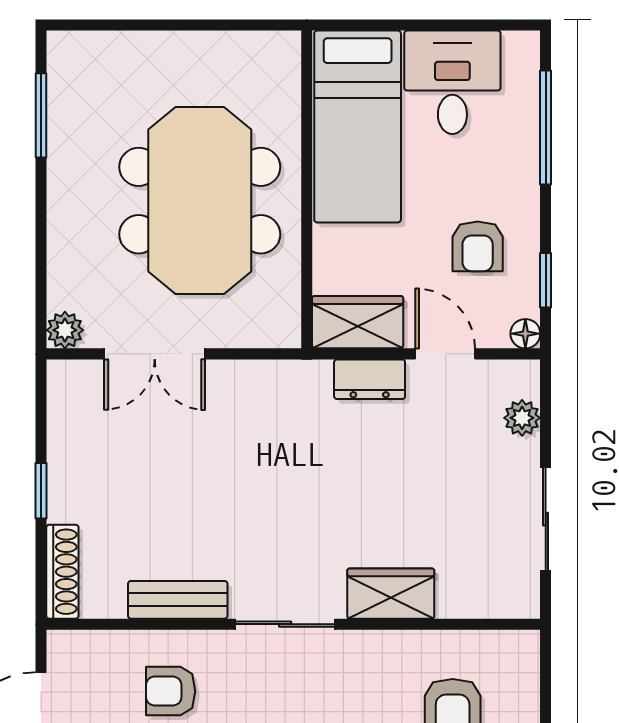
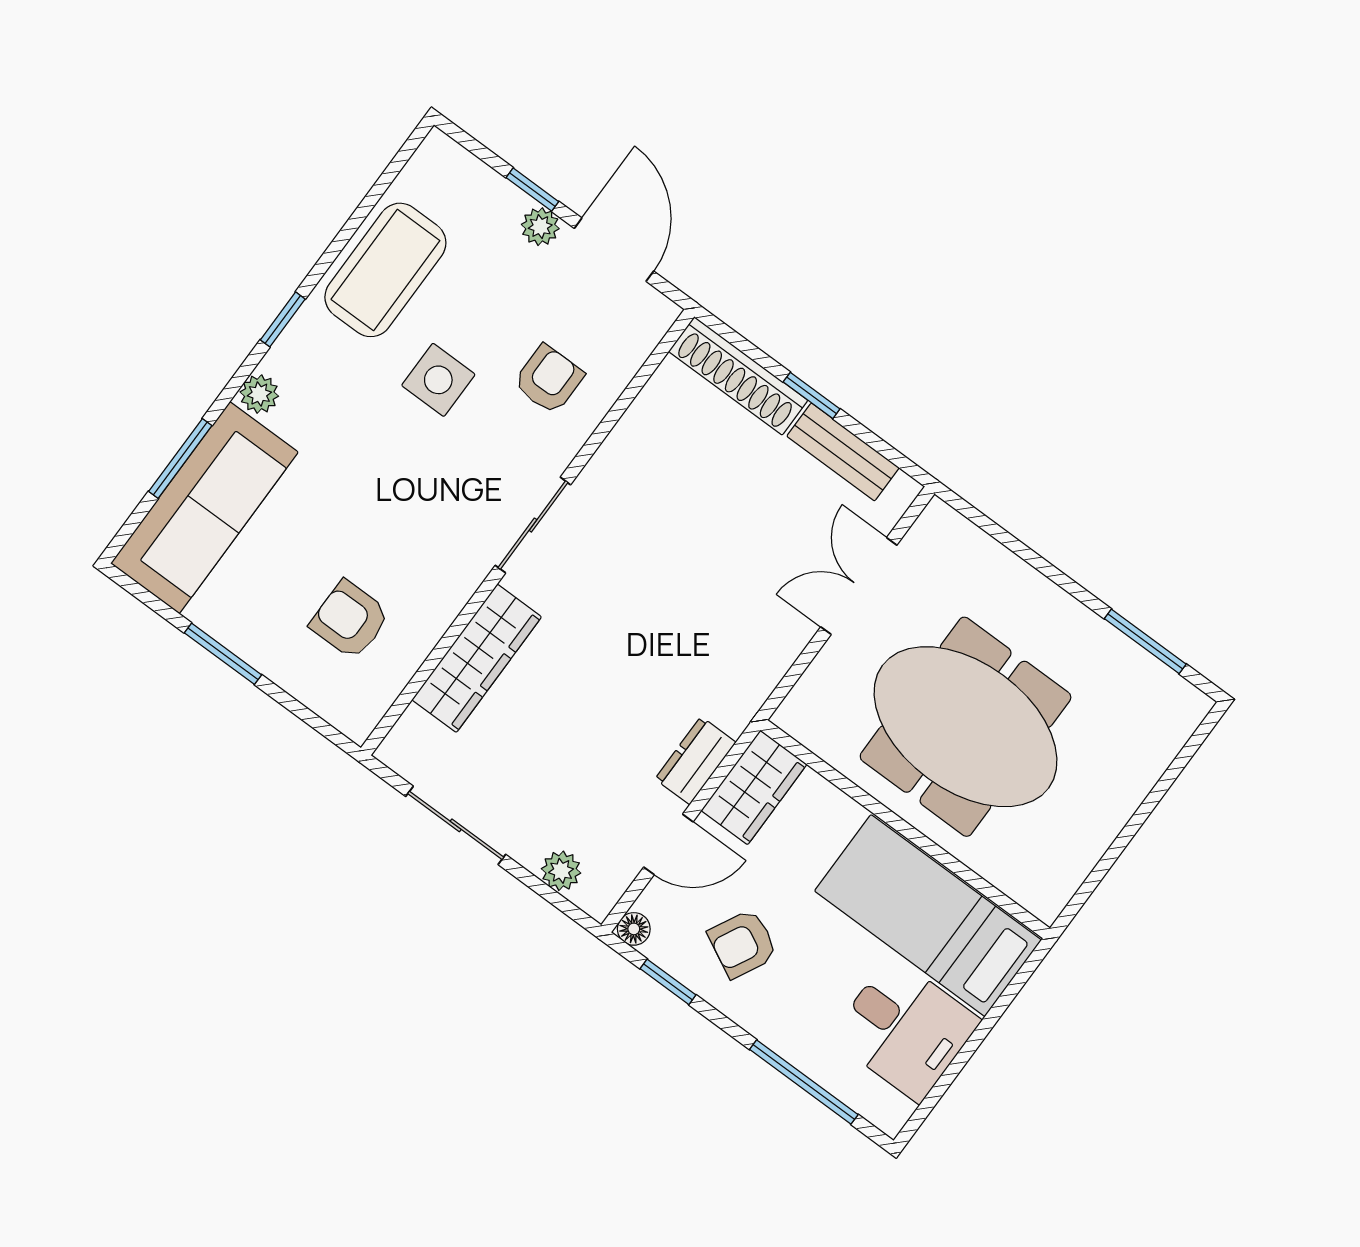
armchair: (478, 246) -> (743, 944), turned -63
plant: (65, 330) -> (939, 522), removed
shoe rack: (62, 572) -> (738, 376), width x1.36, depth x1.24
wardrobe: (391, 594) -> (477, 658), width x1.50
bench: (178, 600) -> (843, 452), moved, turned 90

